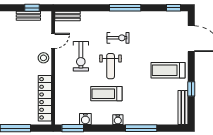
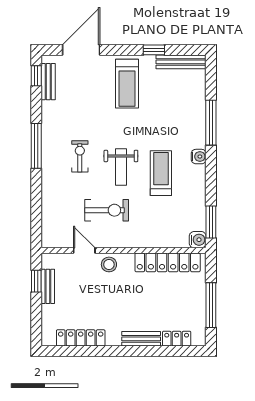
bench: (68, 16) -> (48, 82), moved
weight bench: (111, 66) -> (121, 167), turned 90
treadmill: (106, 94) -> (161, 173), turned 180
water cooler: (85, 119) -> (198, 240), moved

